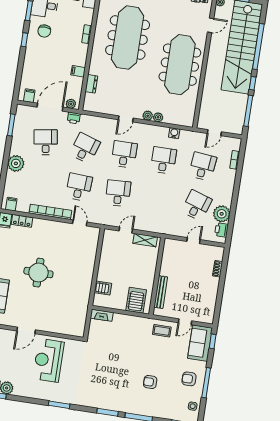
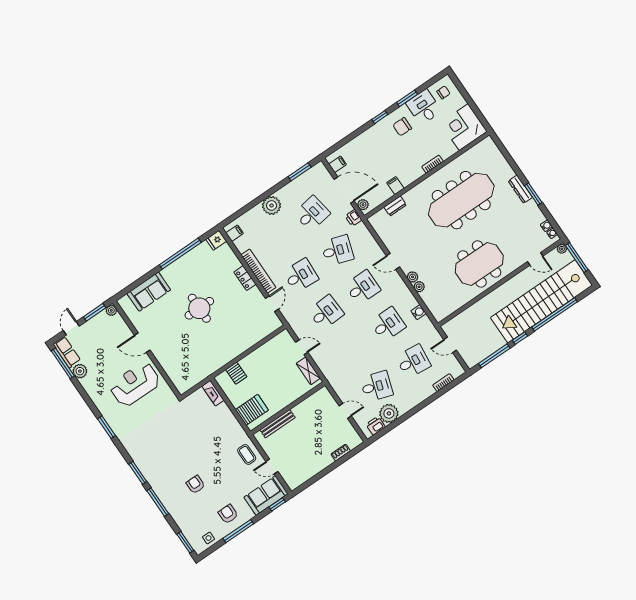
meeting table: (180, 65) -> (479, 264), width x0.73
locker: (22, 221) -> (245, 278), moved

